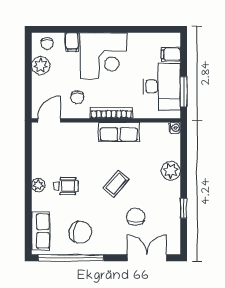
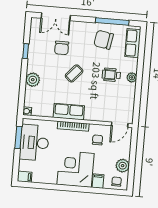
filing cabinet: (171, 54) -> (25, 177), moved
window: (71, 258) -> (112, 21), width x0.68

